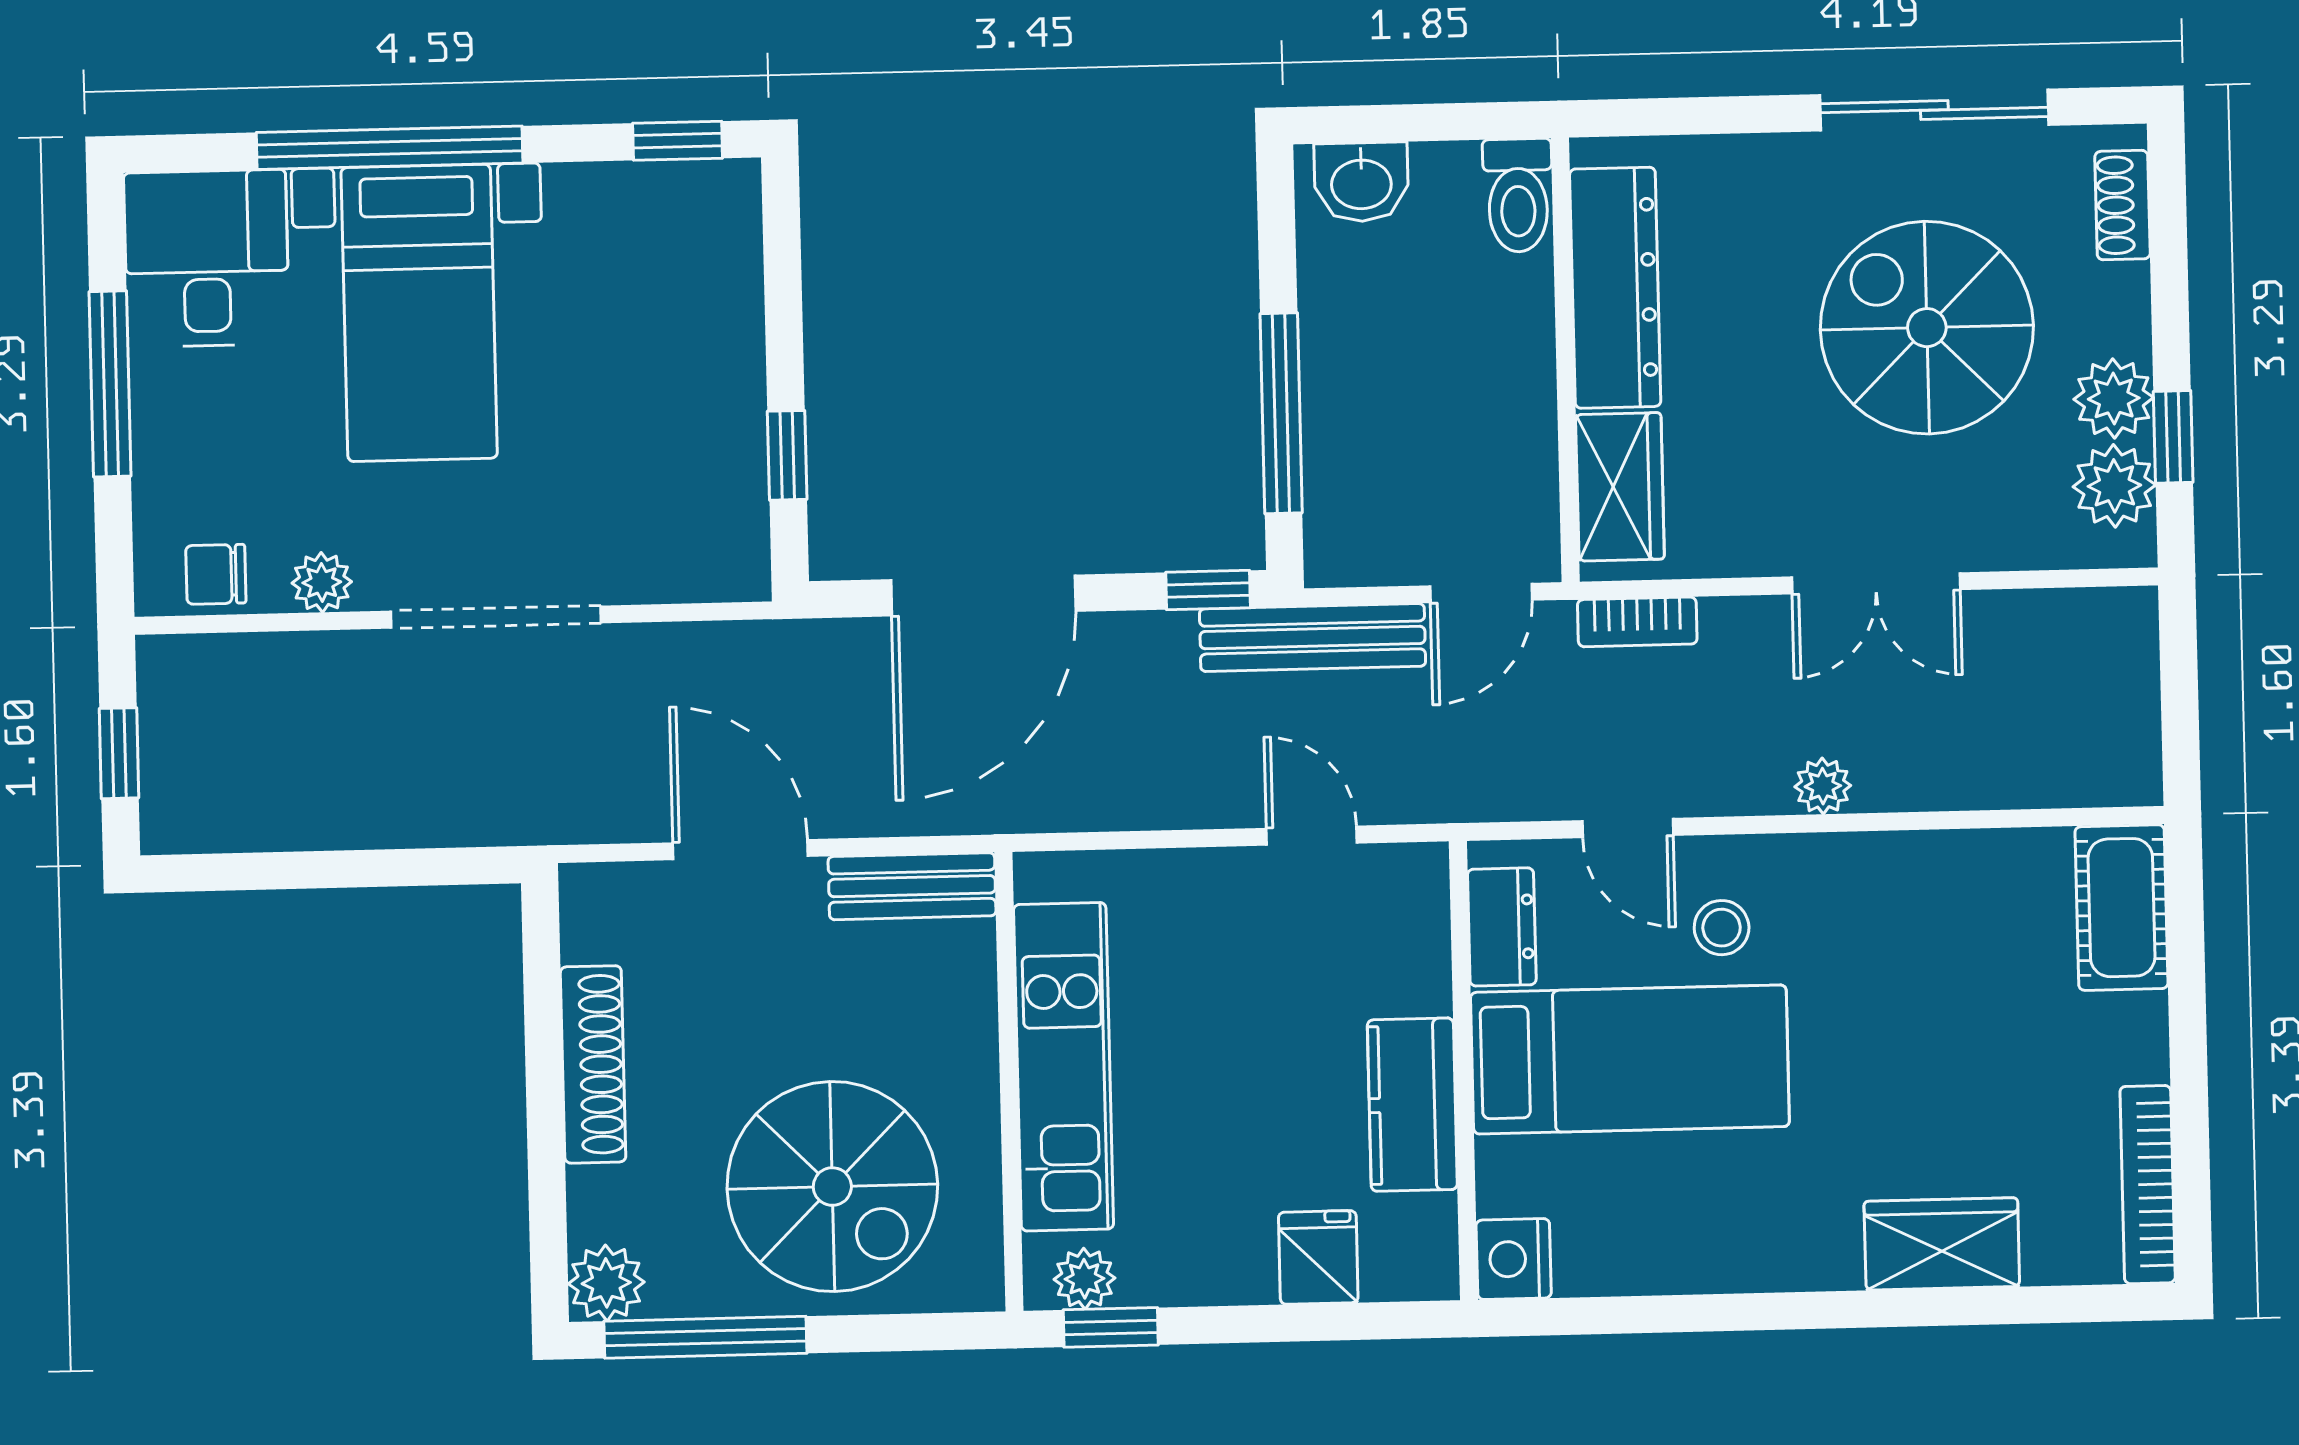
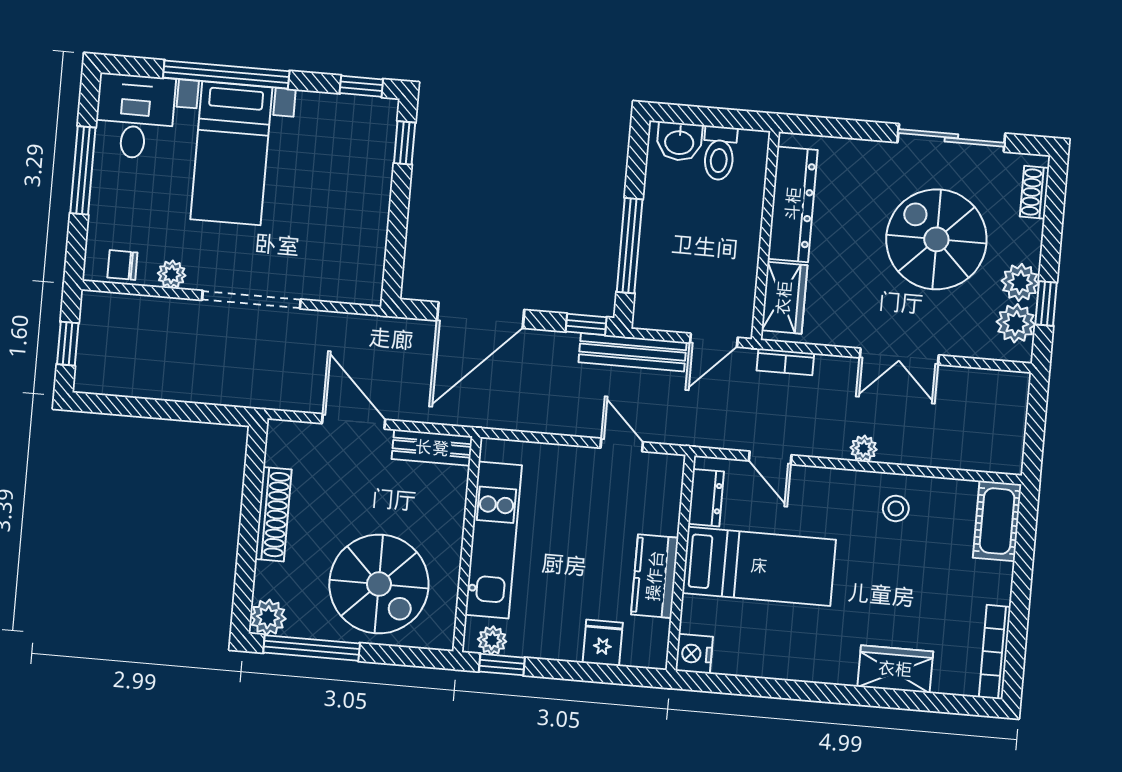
toilet: (1518, 195) -> (719, 153), moved
window: (787, 455) -> (405, 143), moved
stool: (1722, 928) -> (896, 508), moved

